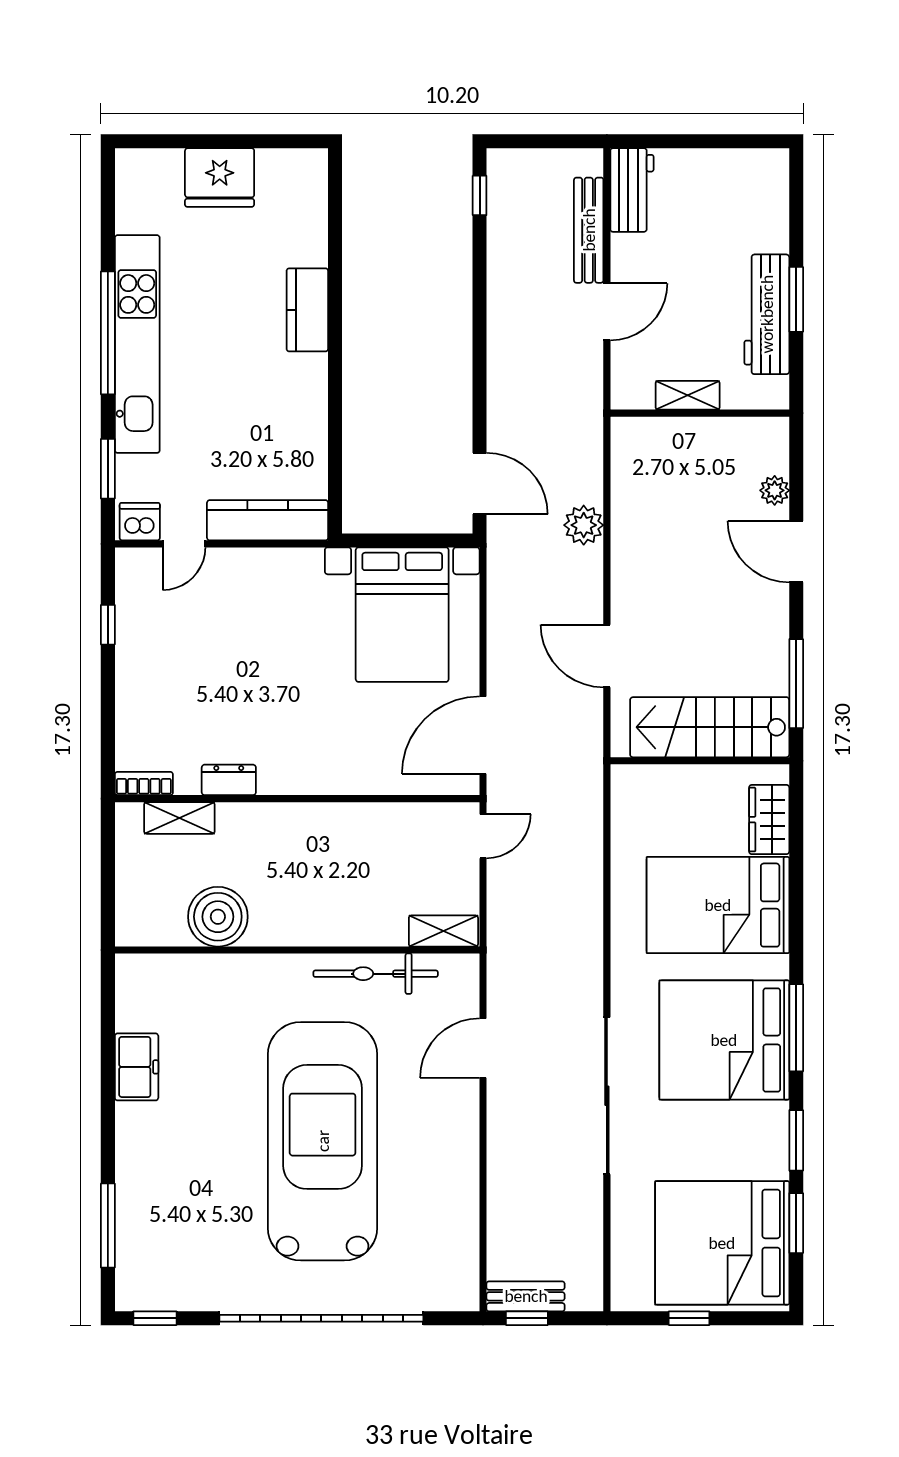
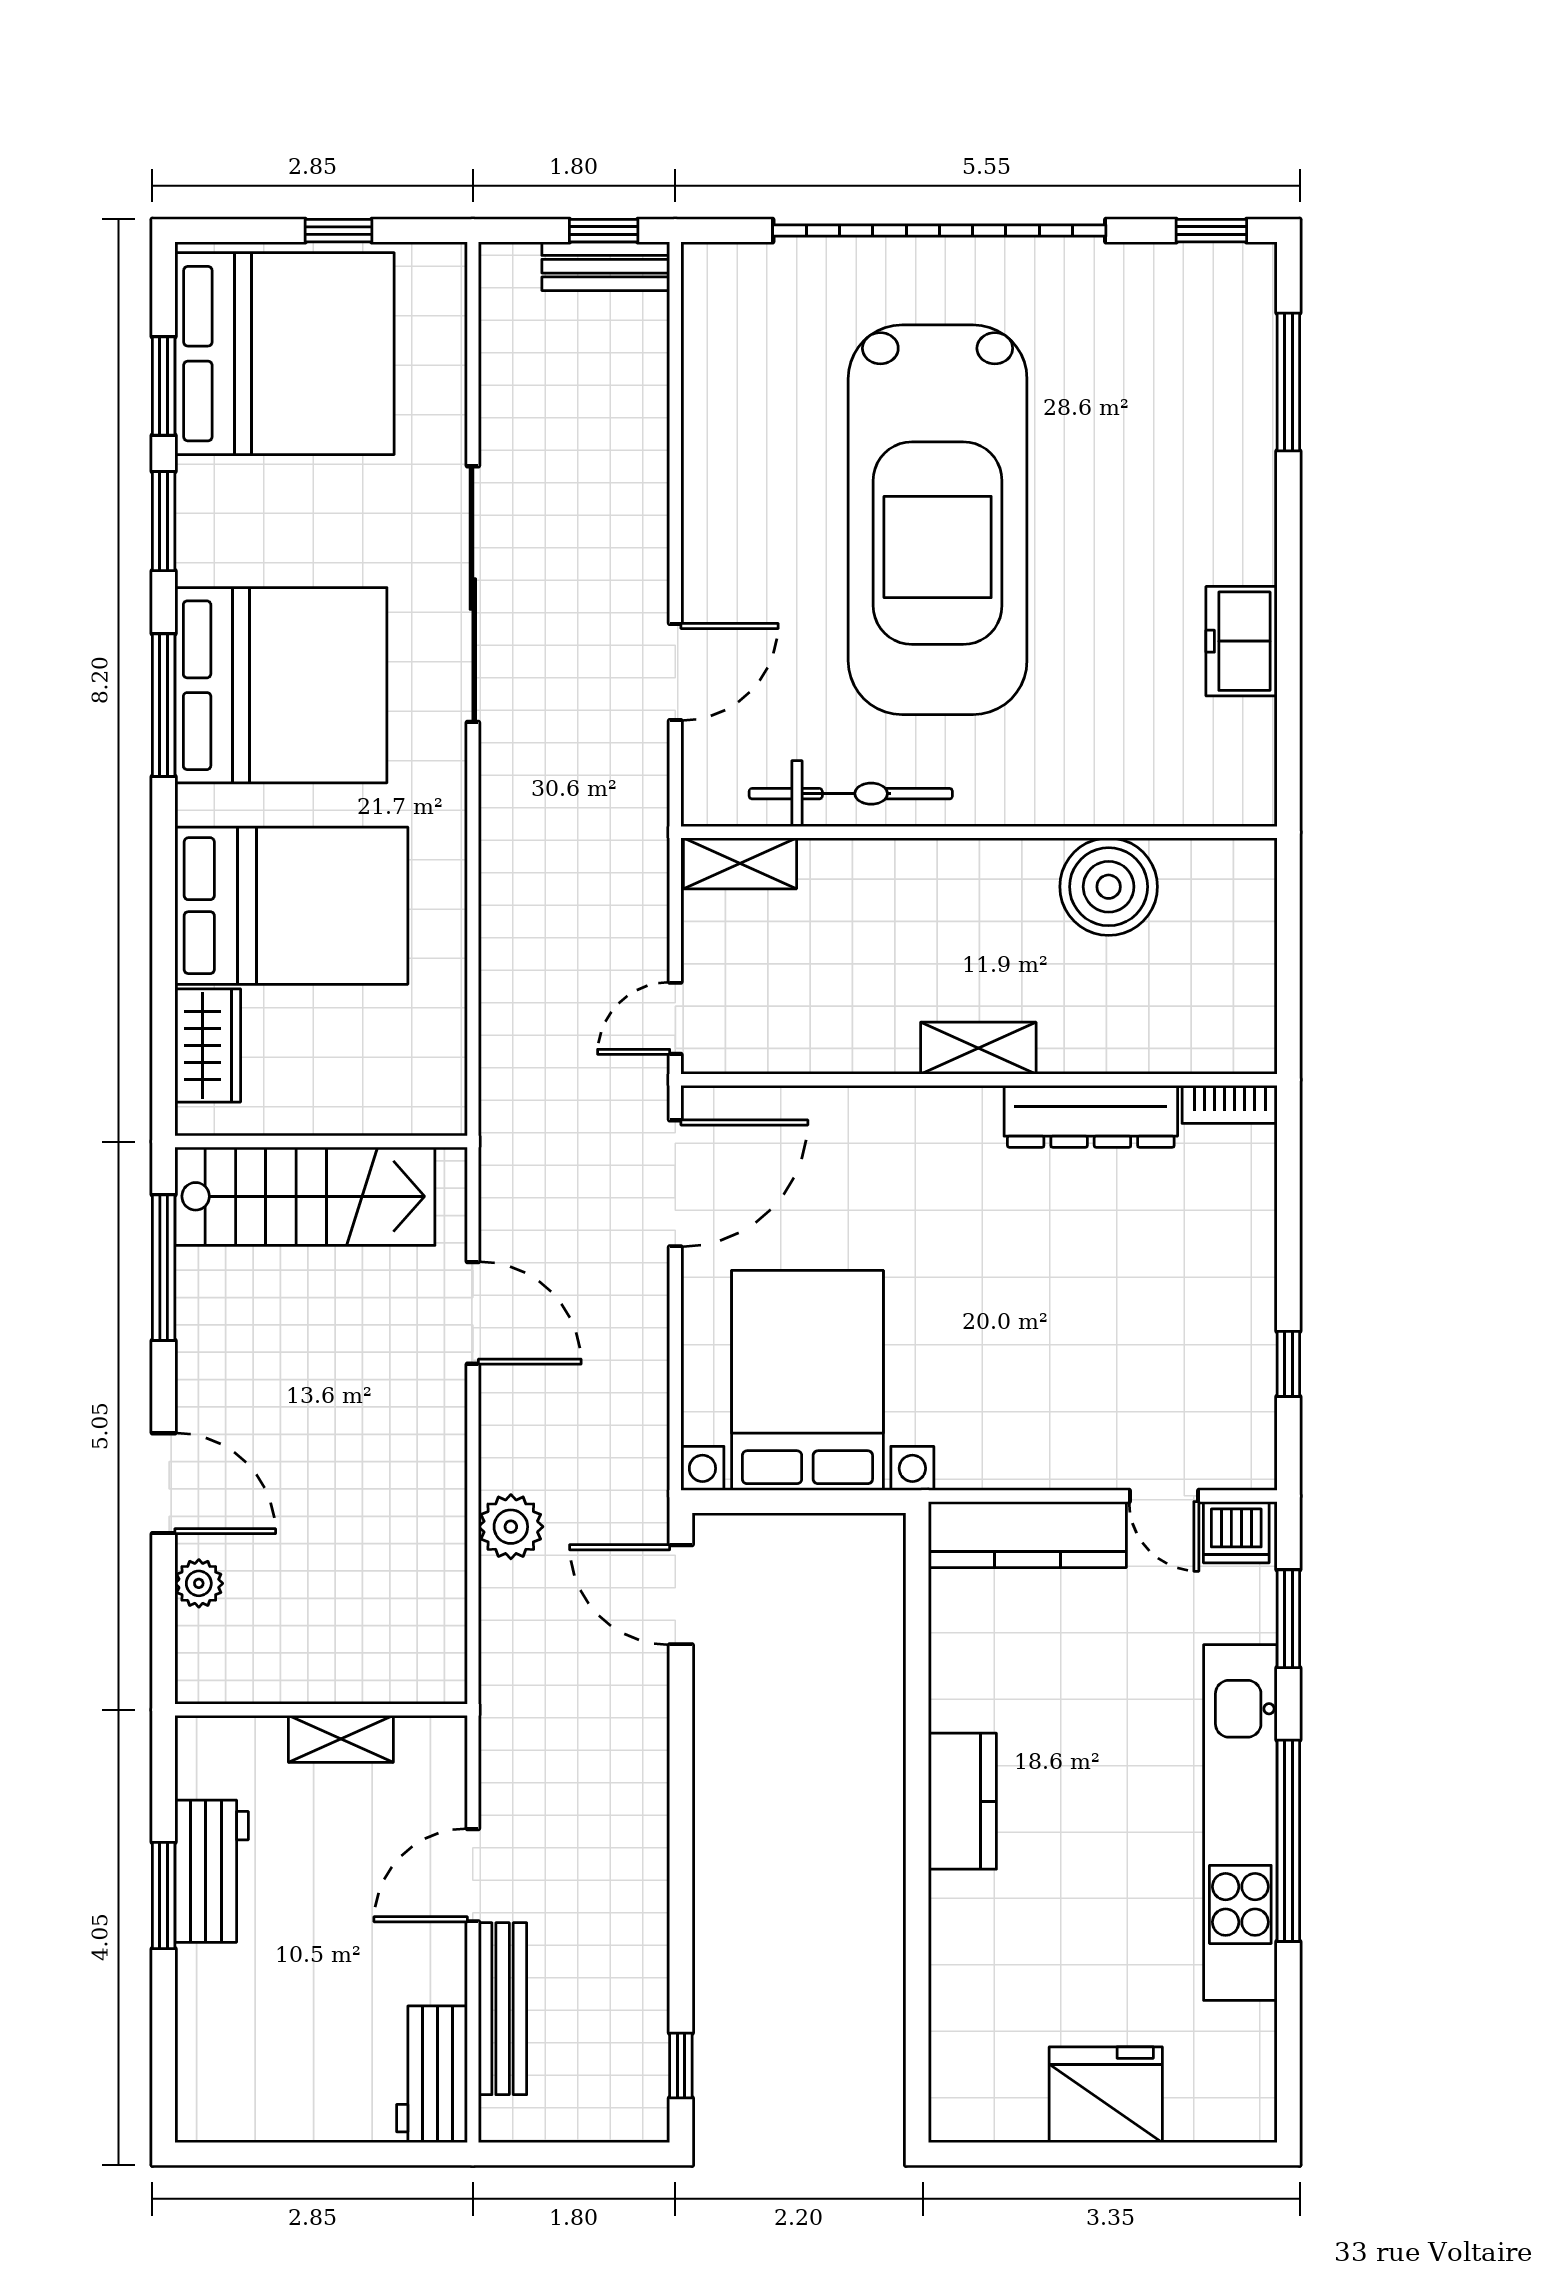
kitchen counter: (307, 310) -> (962, 1801), moved
workbench: (767, 314) -> (212, 1871), width x0.73
door: (184, 544) -> (1164, 1496), swing flipped
dresser: (229, 780) -> (1091, 1116), width x1.96, depth x1.24
shelving: (179, 818) -> (978, 1048), moved

